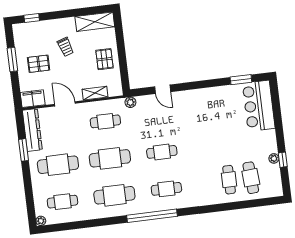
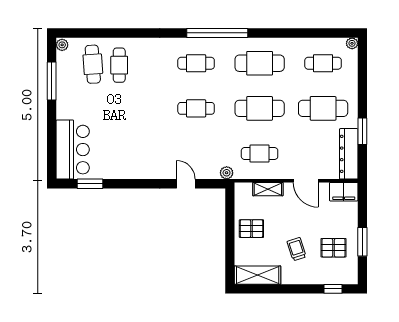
pallet: (104, 59) -> (251, 229), turned 90
pallet: (39, 64) -> (334, 248), moved
plant: (274, 158) -> (62, 45), moved
window: (283, 160) -> (52, 81), width x2.17

